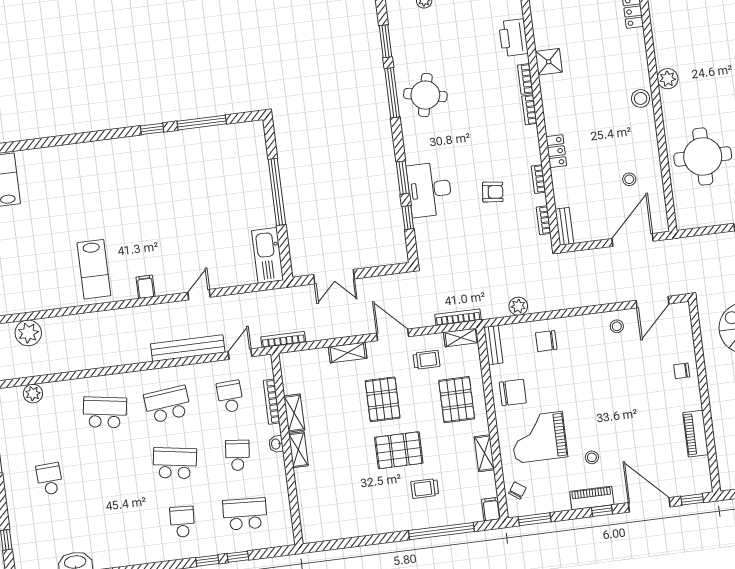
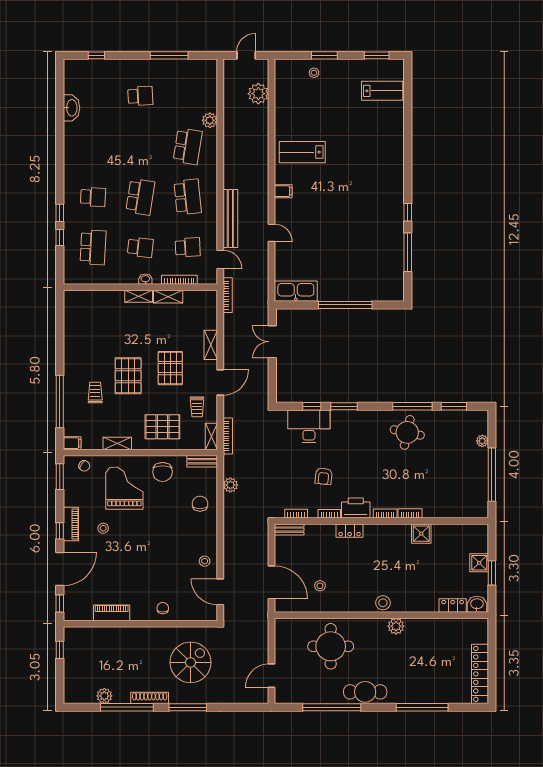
printer: (513, 38) -> (356, 508), moved
desk: (430, 190) -> (309, 426), moved
plant: (33, 394) -> (210, 120), moved
pallet: (383, 399) -> (170, 368), turned 90

